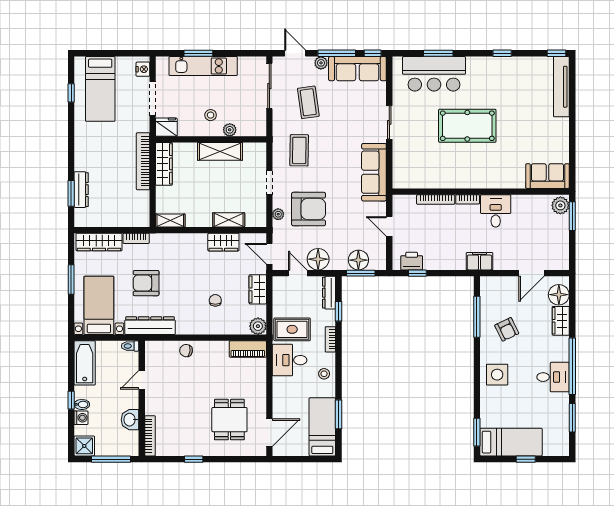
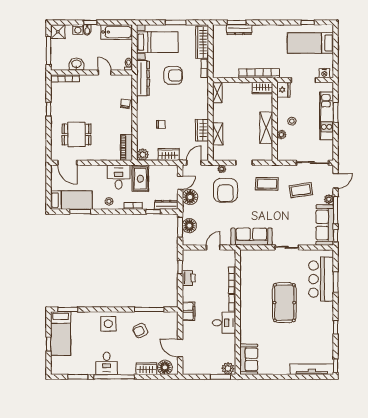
wardrobe: (164, 164) -> (262, 88), width x0.67
printer: (412, 261) -> (189, 278), moved
armchair: (146, 283) -> (173, 75), turned 90

